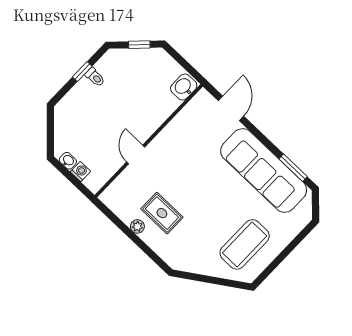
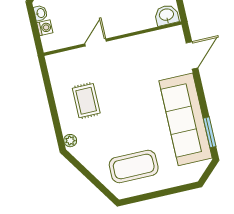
plant: (137, 226) -> (70, 141), moved

